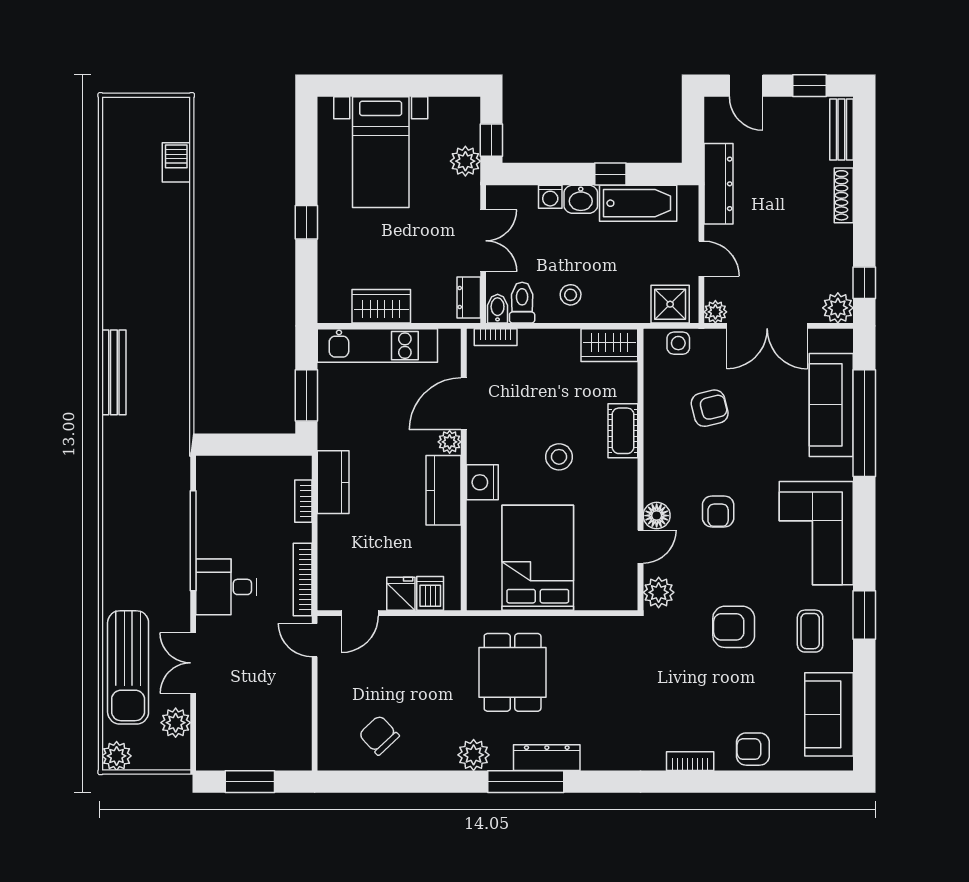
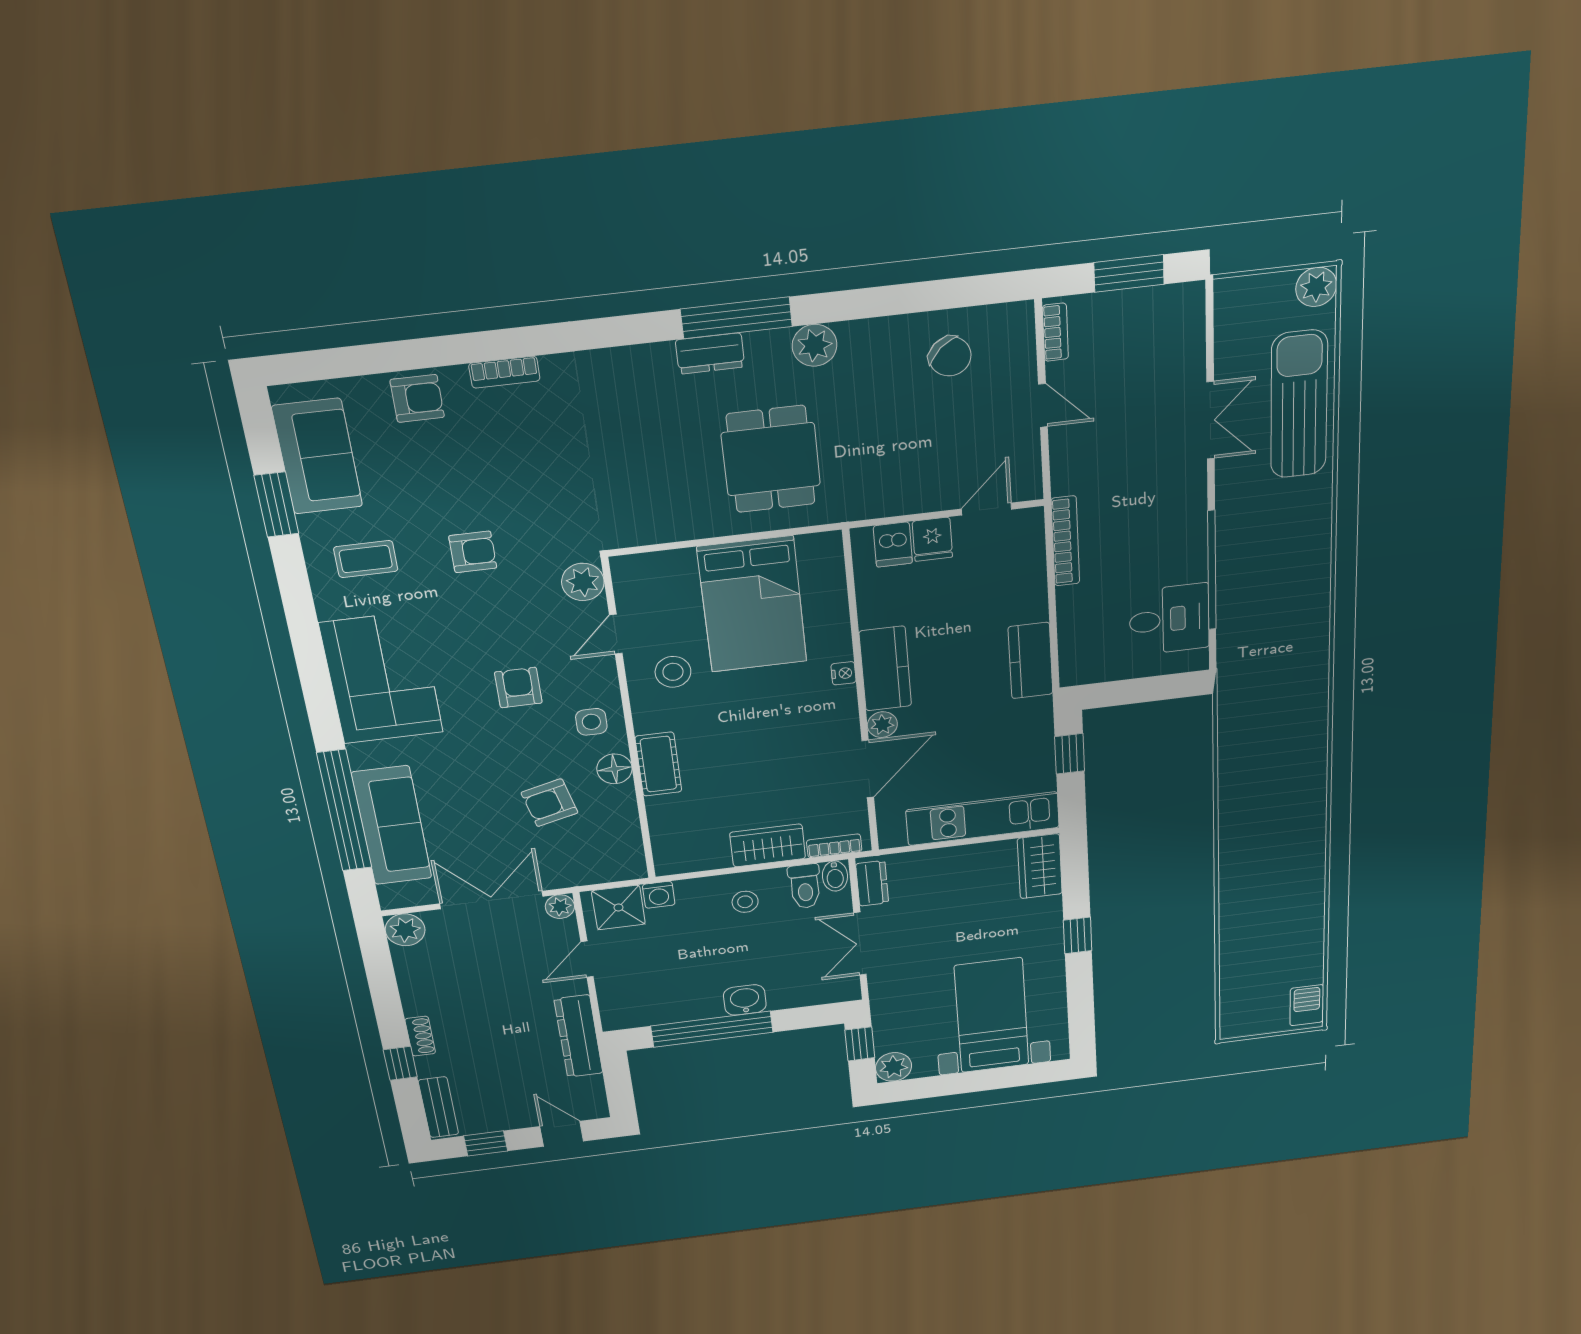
plant: (465, 161) -> (894, 1067), moved
barbecue: (176, 162) -> (1307, 1005), moved, turned 180
window: (610, 174) -> (712, 1029), width x3.17
shoe rack: (844, 195) -> (420, 1036), width x0.70
washing machine: (550, 197) -> (659, 895), moved, turned 180
bathtub: (638, 203) -> (674, 1005), removed
door: (701, 259) -> (587, 959), hinge flipped
window: (864, 283) -> (400, 1063), moved
wardrobe: (381, 306) -> (1040, 866), moved, turned 90
side table: (678, 343) -> (591, 722), moved
wardrobe: (609, 345) -> (768, 845), moved
bench: (114, 372) -> (1313, 749), removed
window: (306, 395) -> (1070, 754), width x0.67
stool: (559, 457) -> (673, 672), moved
nightstand: (482, 482) -> (844, 673), width x0.53, depth x0.56
bookcase: (303, 501) -> (1055, 332), moved
floor lamp: (657, 516) -> (614, 769), moved
desk: (226, 587) -> (1169, 619), moved
window: (864, 615) -> (276, 505), moved
armchair: (734, 627) -> (473, 552), width x0.72, depth x0.72
coffee table: (810, 631) -> (366, 559), turned 90
door: (315, 640) -> (1043, 405), moved
plant: (176, 723) -> (1234, 340), removed
dresser: (547, 758) -> (710, 353), width x0.70

